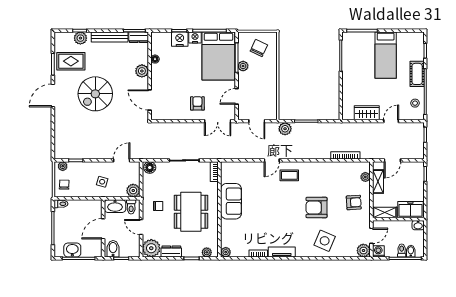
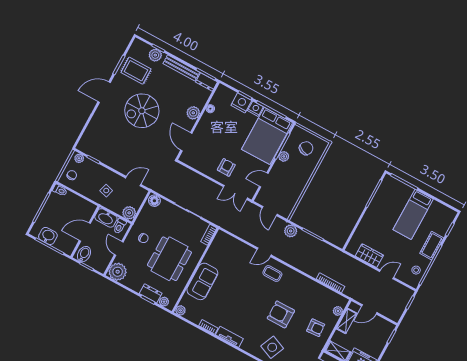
sofa: (231, 201) -> (202, 281), moved
dresser: (171, 251) -> (151, 293), moved

